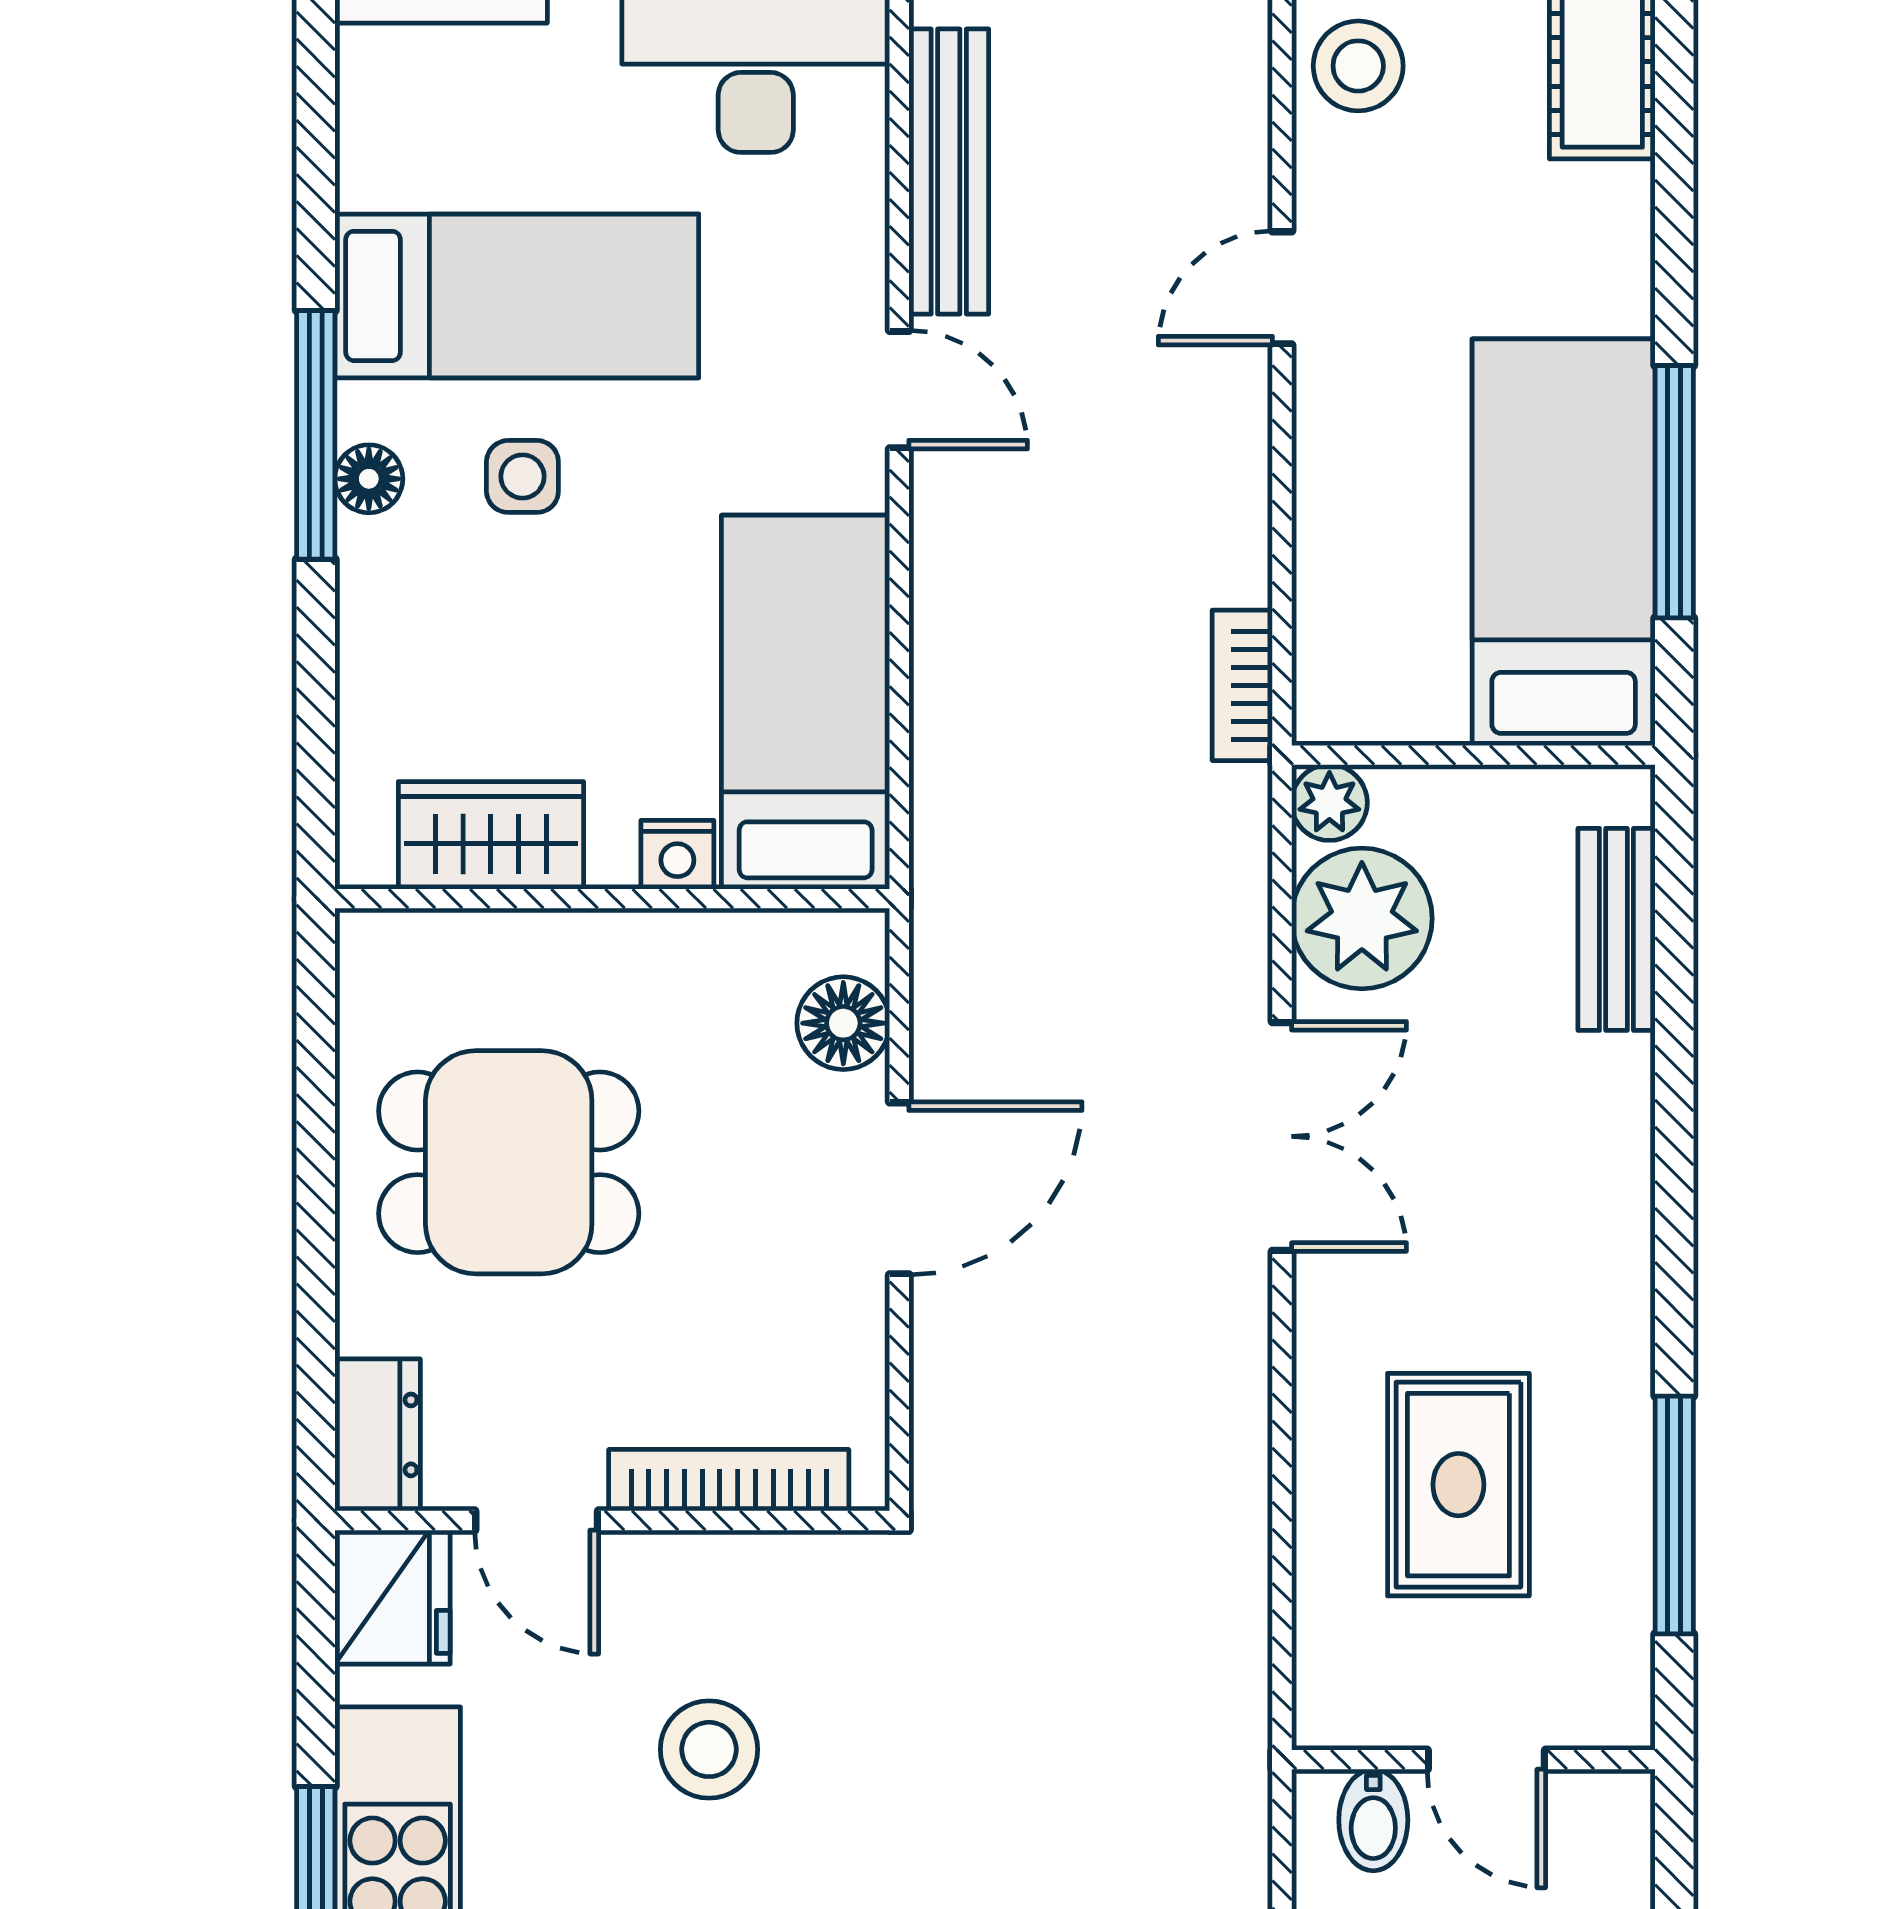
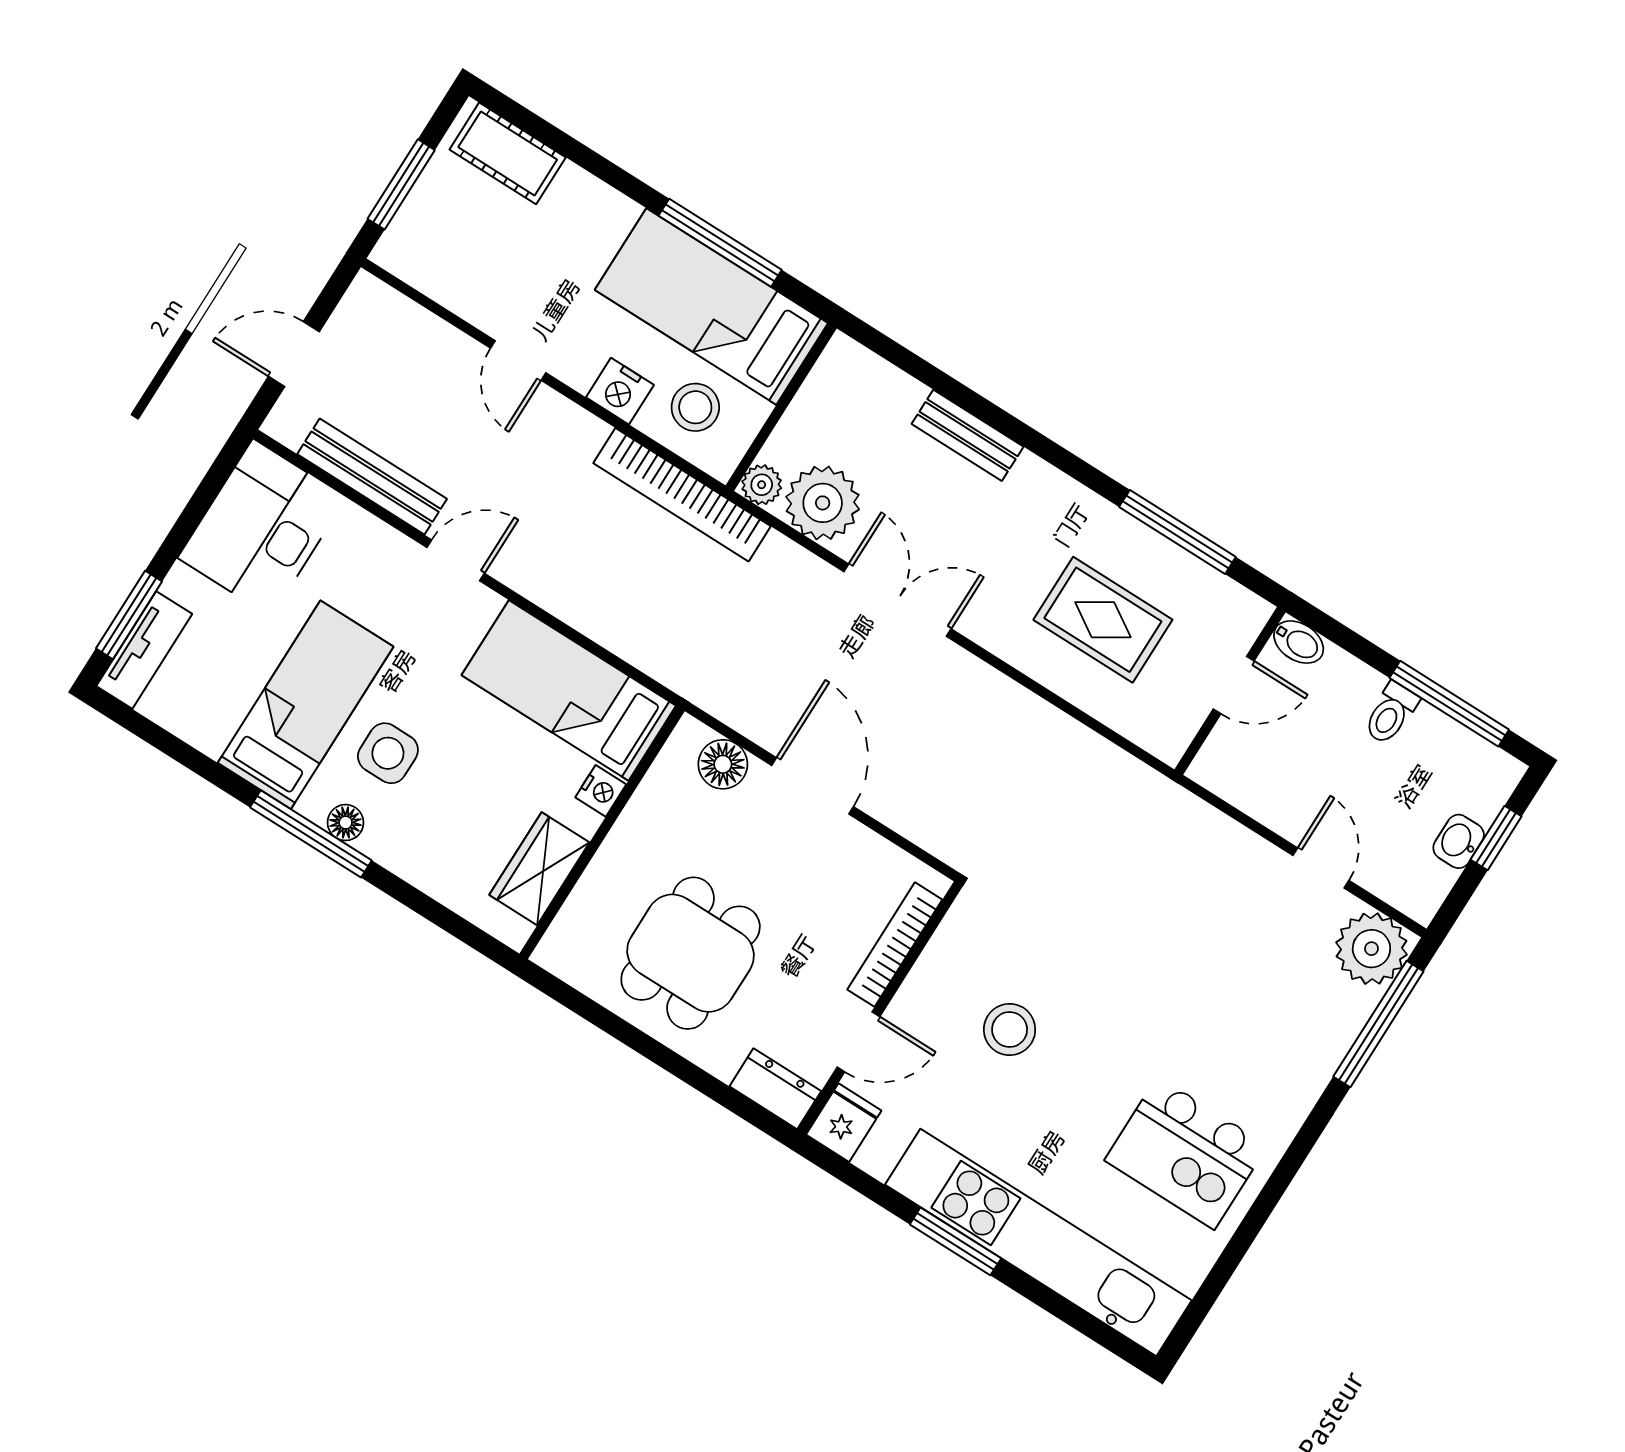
stool: (1358, 66) -> (695, 407), moved
side table: (522, 476) -> (388, 753), width x1.37, depth x1.37
nightstand: (1336, 482) -> (620, 391), added
bookcase: (1242, 685) -> (682, 495), width x2.31, depth x1.31
bench: (1616, 929) -> (968, 435), moved
fridge: (393, 1597) -> (844, 1123), width x0.72
bidet: (1373, 1820) -> (1299, 642), moved

